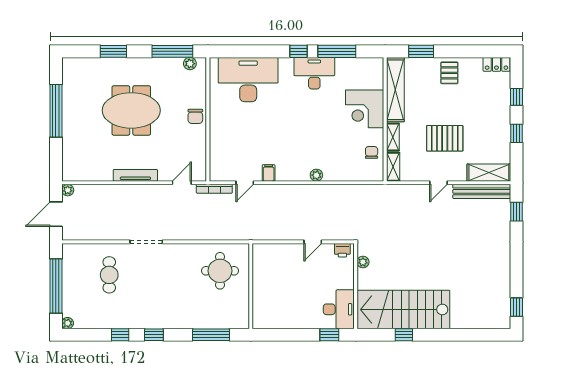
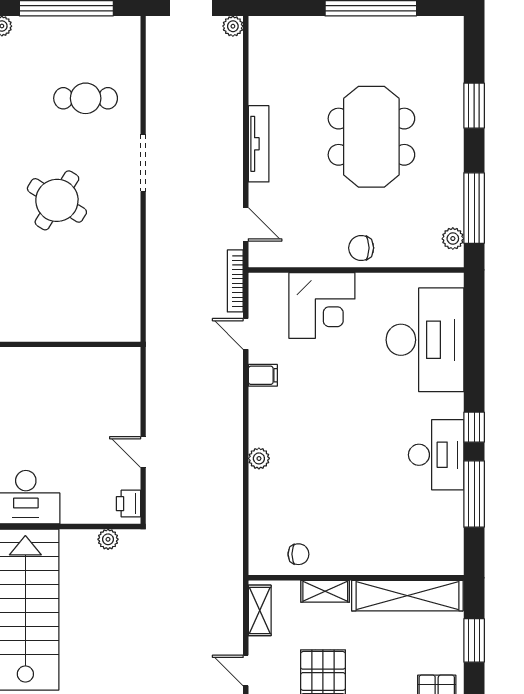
corner desk: (365, 109) -> (322, 305), moved, turned 180
shelving: (393, 167) -> (260, 610), moved, turned 90
round table: (220, 271) -> (57, 200), moved, turned 32

